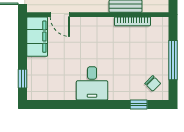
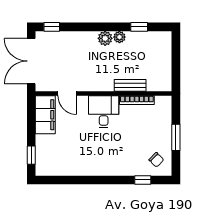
window: (173, 60) -> (176, 137), width x0.69
desk: (92, 83) -> (104, 112), moved, turned 180

